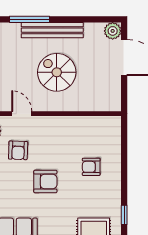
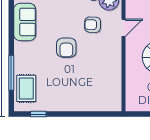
armchair: (91, 167) -> (79, 86), removed

